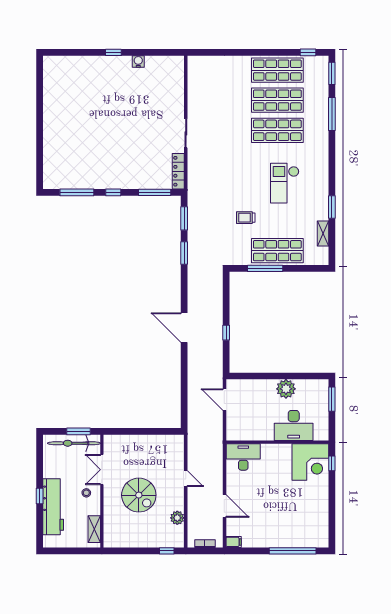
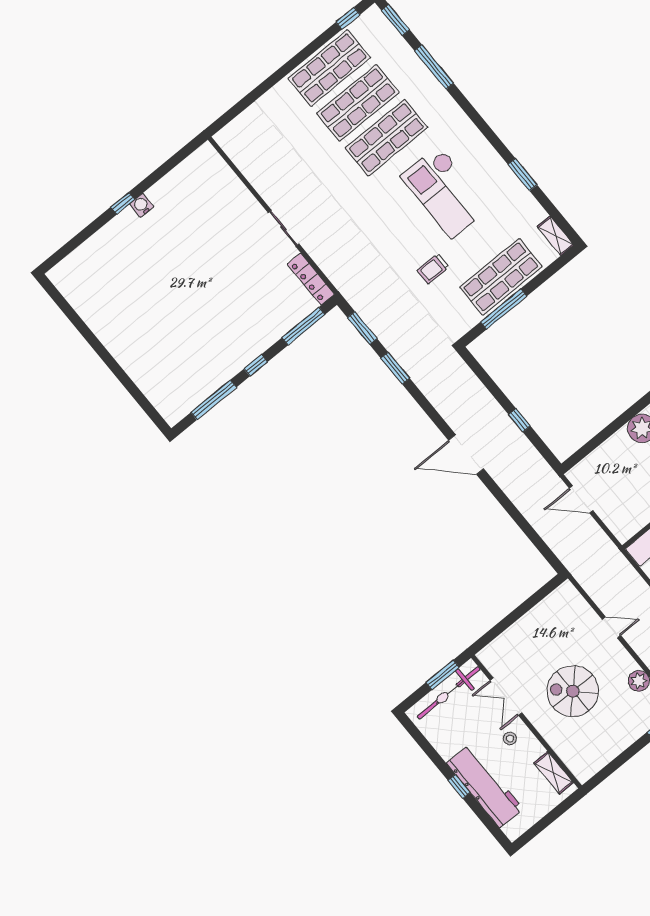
water cooler: (138, 61) -> (142, 205), moved
checkout: (285, 183) -> (445, 192), width x1.36, depth x1.21
shelving: (323, 233) -> (556, 236), moved
spiral stairs: (139, 495) -> (573, 691), turned 180

